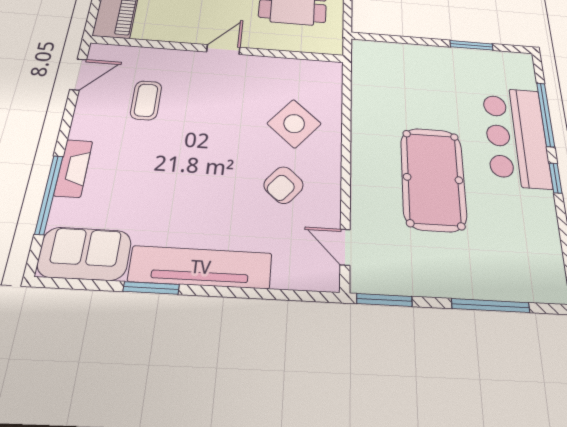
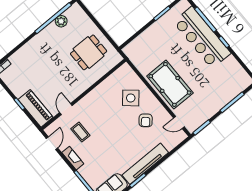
door: (223, 50) -> (66, 109), moved
bar counter: (516, 137) -> (202, 38), width x1.36
fireplace: (73, 168) -> (73, 158), moved
pool table: (433, 179) -> (170, 84), moved

